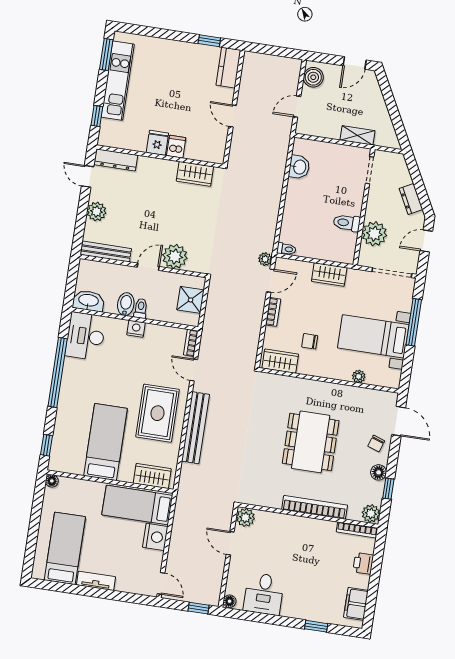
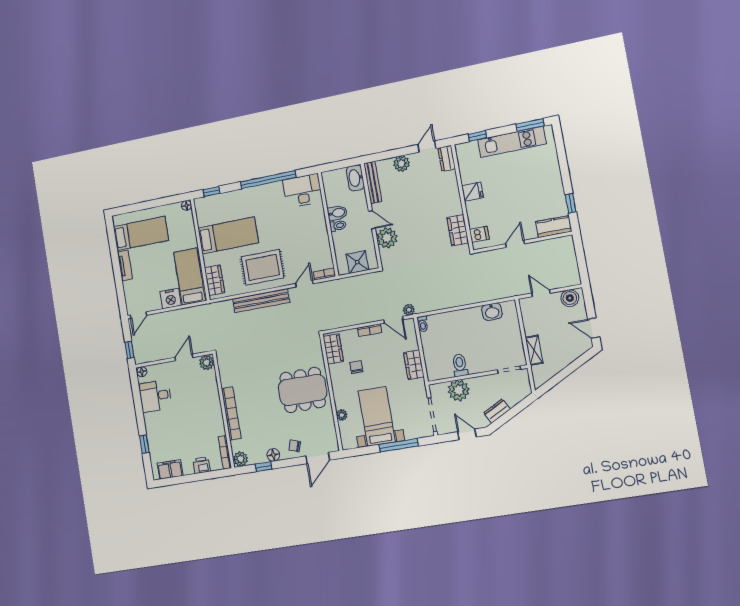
dishwasher: (176, 147) -> (479, 234), moved
dresser: (116, 160) -> (447, 158), width x0.70
washbasin: (88, 301) -> (355, 178), moved, turned 180
nightstand: (136, 329) -> (321, 228), removed
dining table: (311, 442) -> (303, 390), moved

